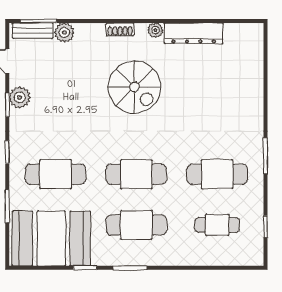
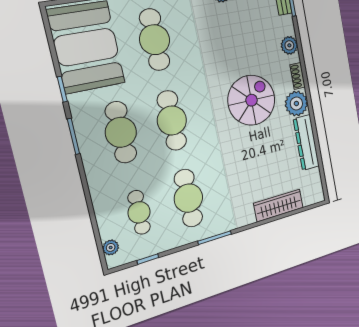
plant: (155, 30) -> (296, 104), width x1.88, depth x1.88
plant: (64, 33) -> (289, 45), moved
wardrobe: (253, 79) -> (279, 205), added
spiral stairs: (134, 87) -> (252, 100), turned 180
plant: (243, 258) -> (111, 247), added

